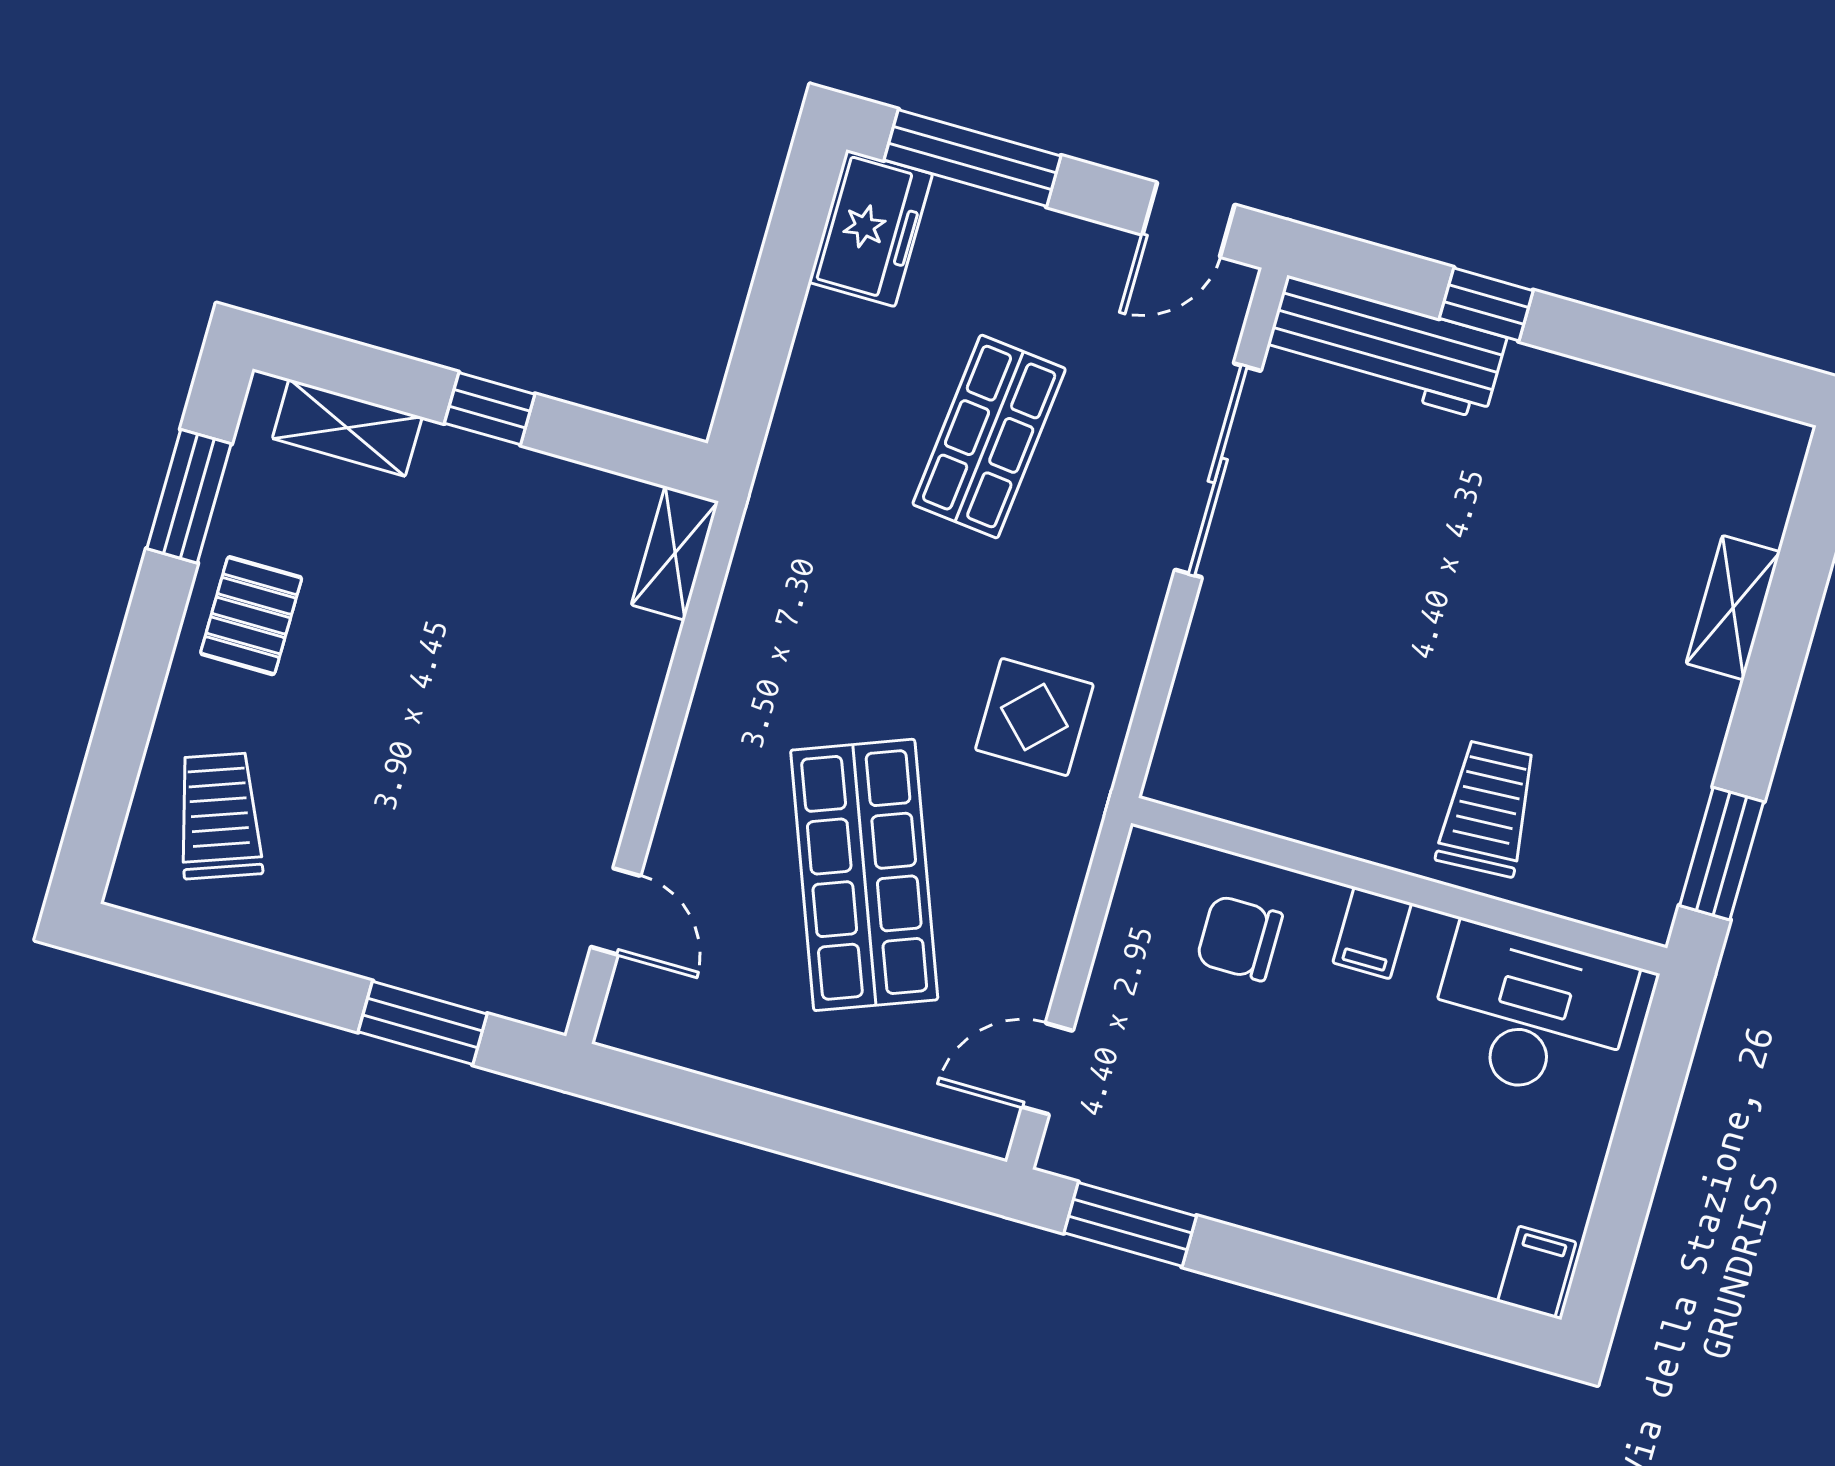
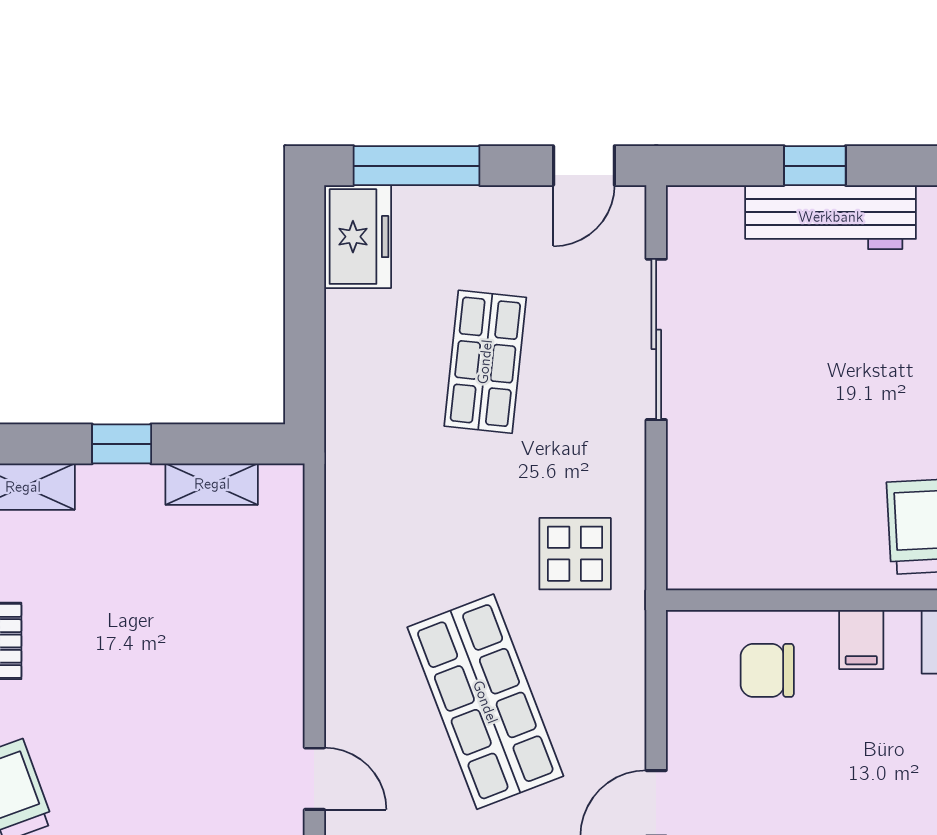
workbench: (1385, 348) -> (831, 217), moved
shelving: (675, 553) -> (212, 484), moved, turned 90

